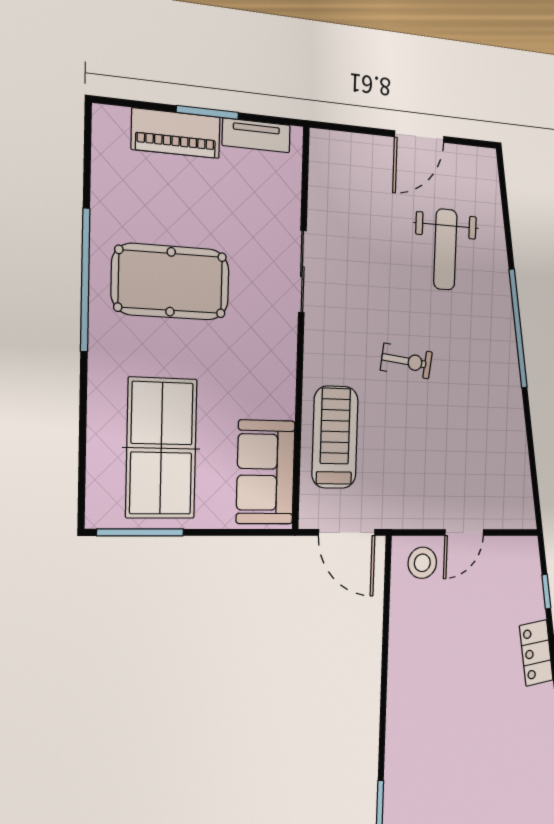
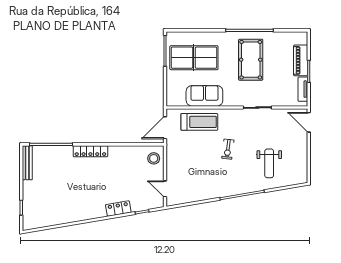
door: (419, 137) -> (309, 122), moved
weight bench: (445, 249) -> (269, 163), turned -90
sofa: (266, 472) -> (204, 96), moved
door: (464, 532) -> (165, 189), moved
locker: (399, 732) -> (90, 151), added

